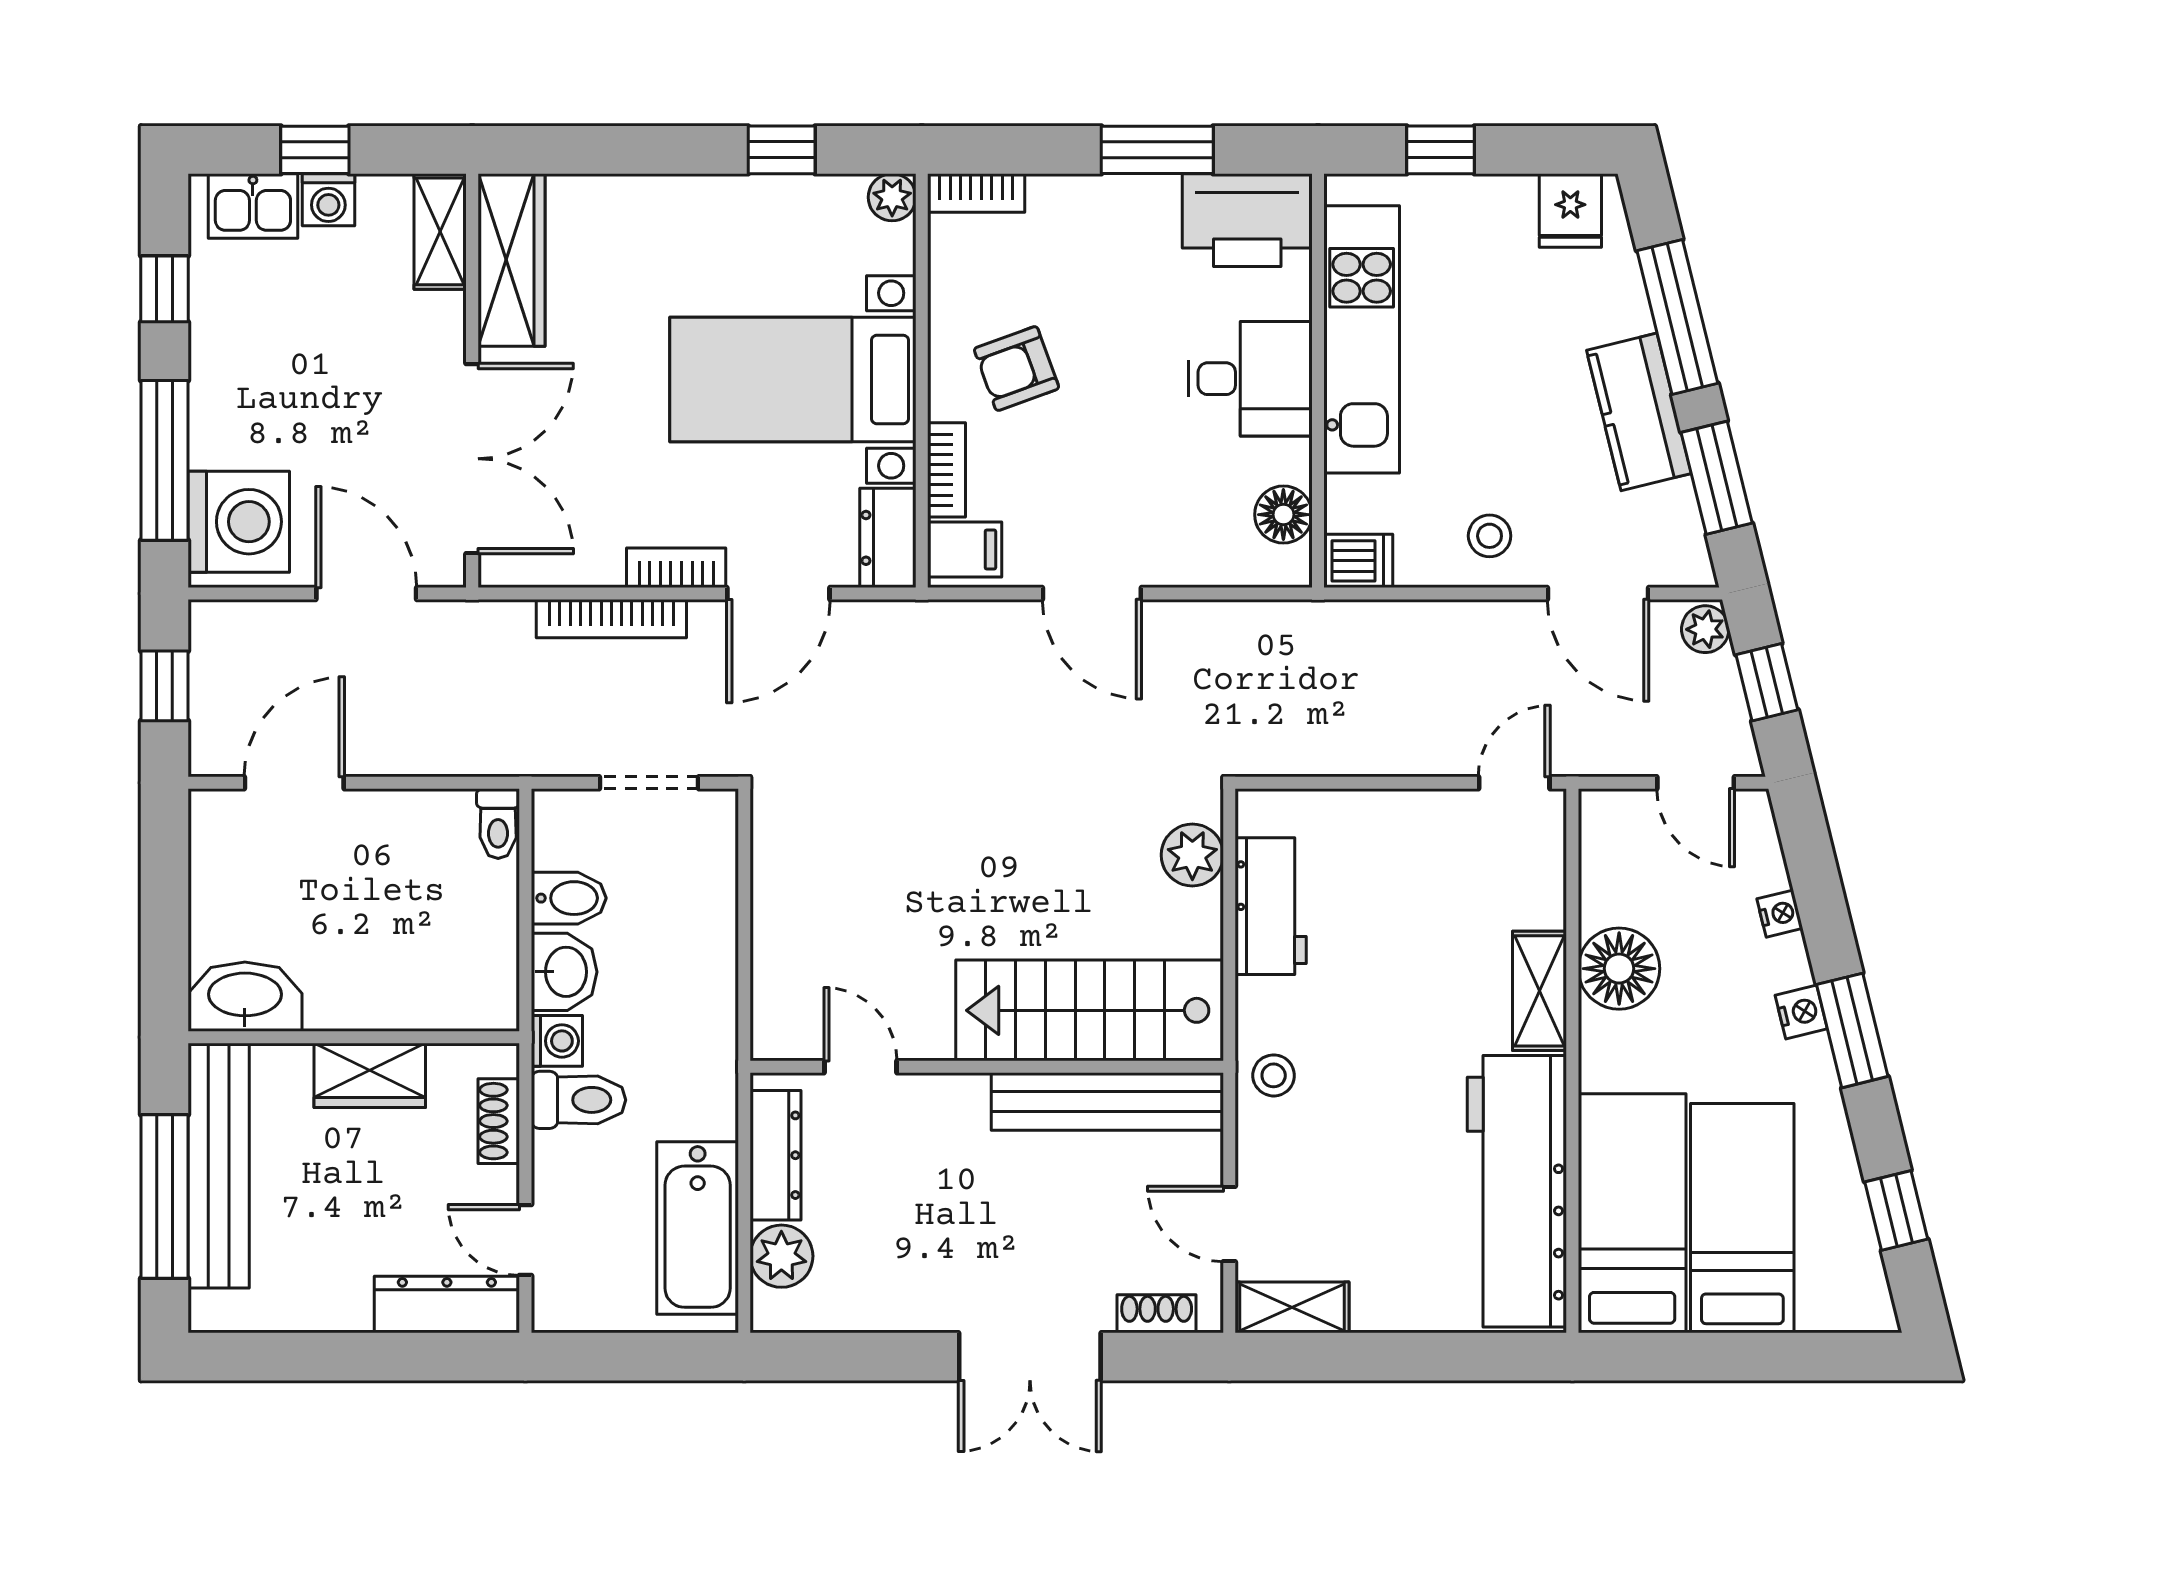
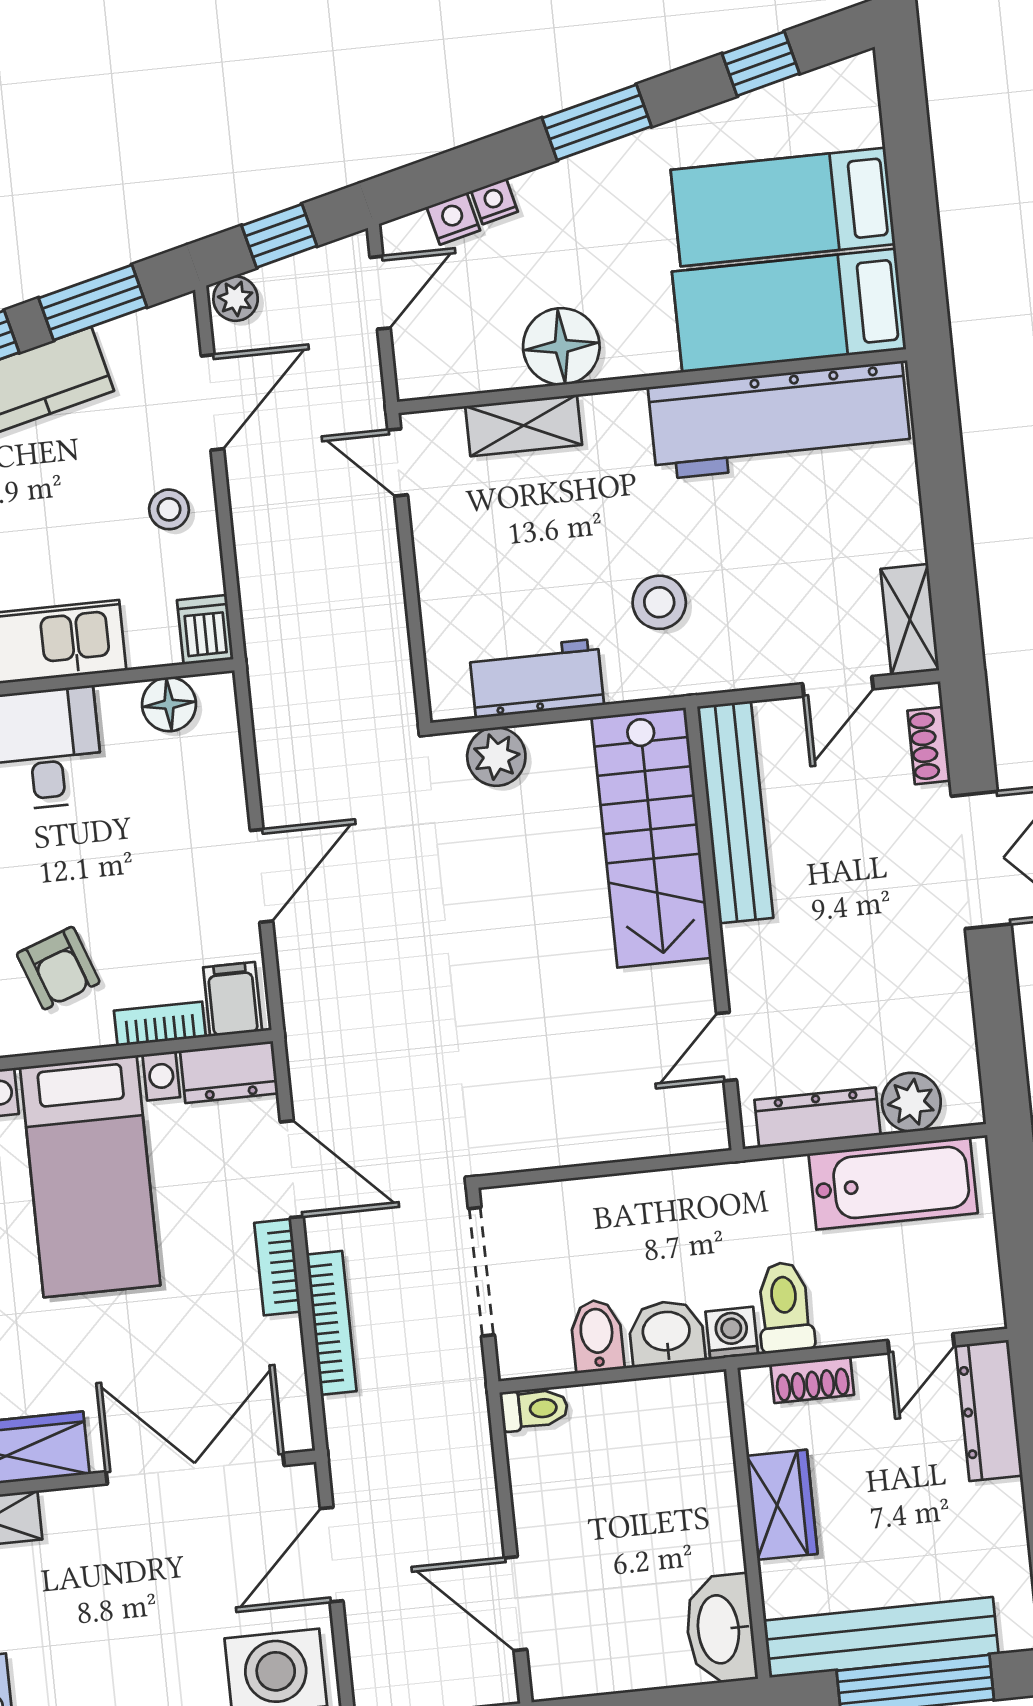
doorway: (649, 783) -> (481, 1272), width x1.38
shelving: (1540, 991) -> (524, 425), moved
nightstand: (1801, 1012) -> (453, 219), moved
stool: (1274, 1075) -> (659, 602), moved, width x1.37, depth x1.37

